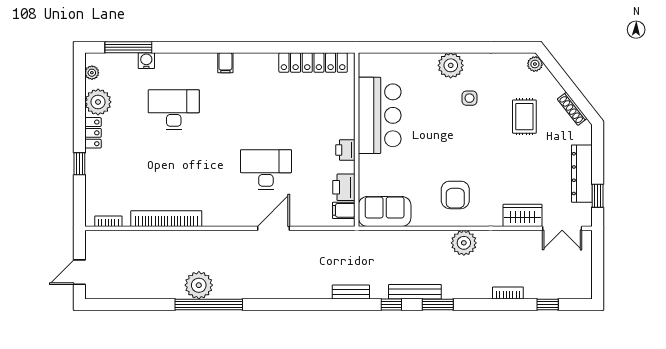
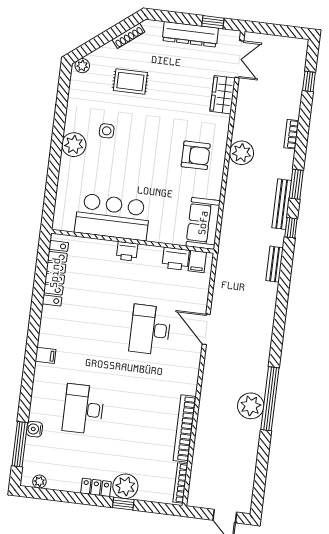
plant: (98, 102) -> (125, 486), moved
printer: (345, 150) -> (127, 251), moved
bookcase: (108, 221) -> (180, 483), width x1.56
bookcase: (508, 293) -> (291, 134), moved

